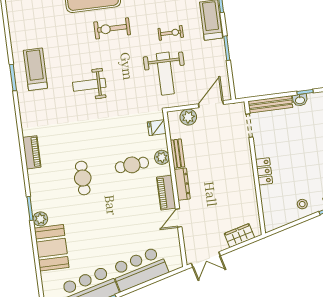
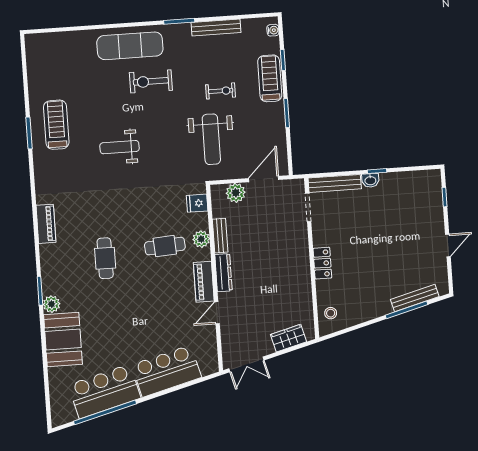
stool: (302, 204) -> (331, 313), moved

